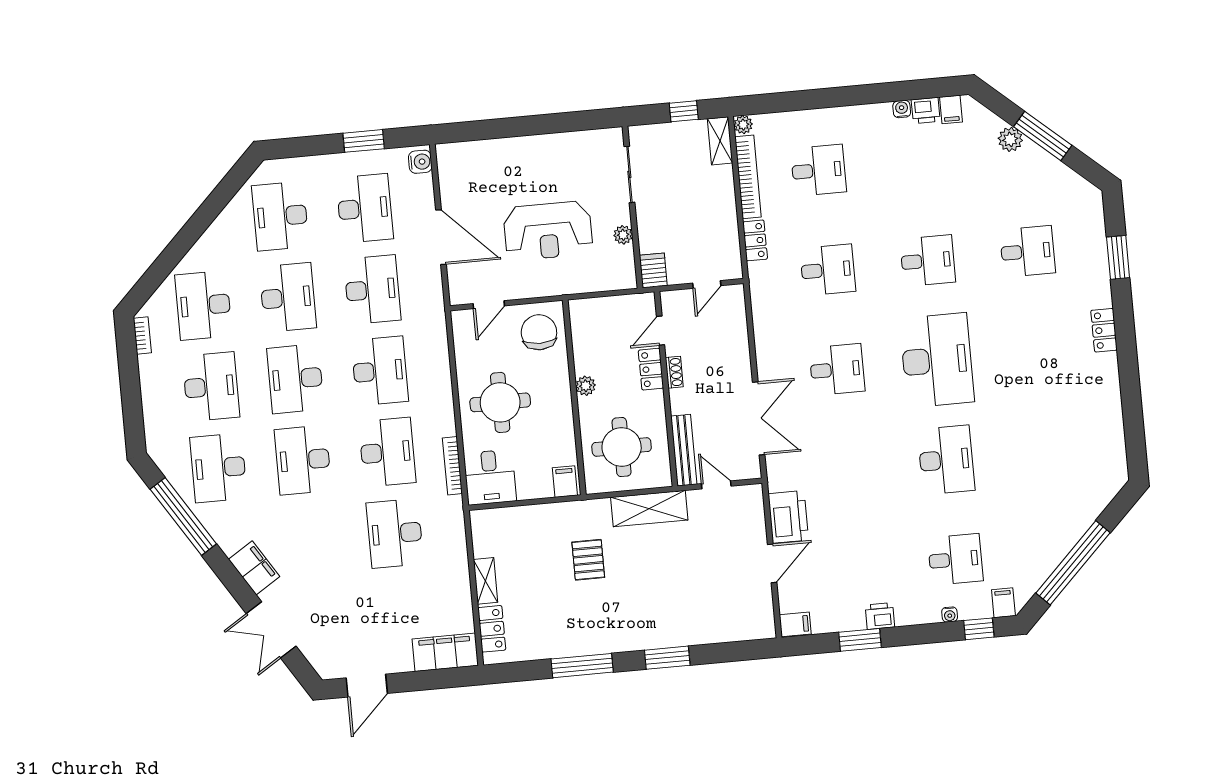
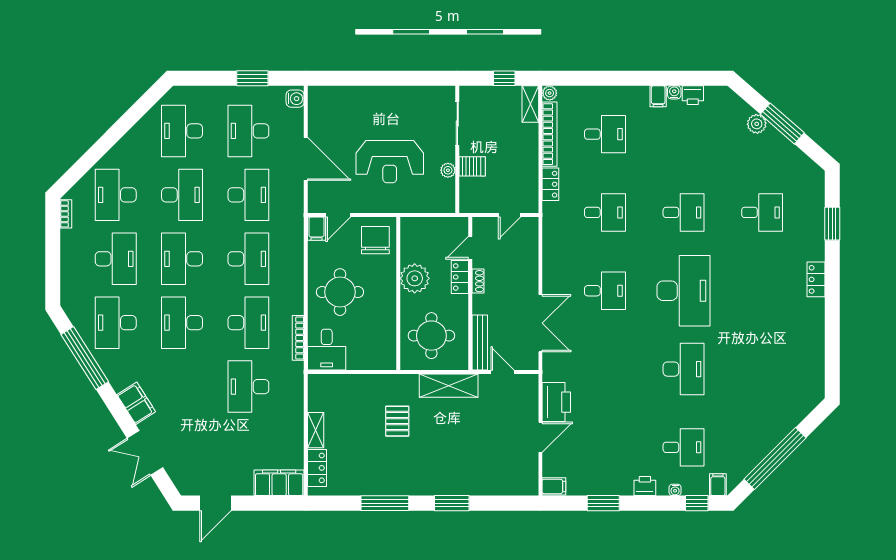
filing cabinet: (951, 110) -> (658, 96), moved
desk: (365, 208) -> (248, 131), turned 180
server rack: (653, 270) -> (472, 166), moved, turned 90
plant: (586, 386) -> (415, 278), width x1.88, depth x1.88
filing cabinet: (565, 482) -> (316, 229), moved, turned 180
printer: (880, 616) -> (645, 486), moved

